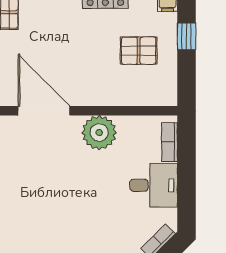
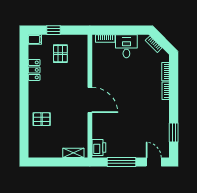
door: (44, 111) -> (90, 100), swing flipped
plant: (99, 133) -> (101, 73), removed

